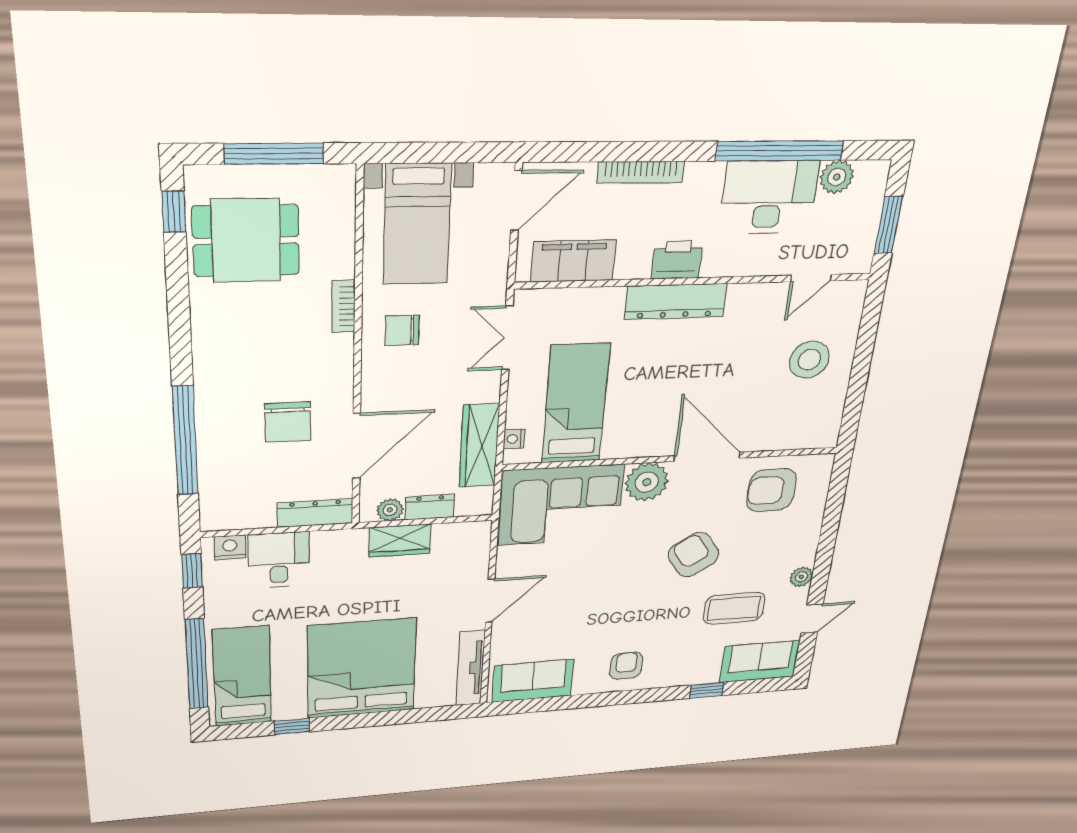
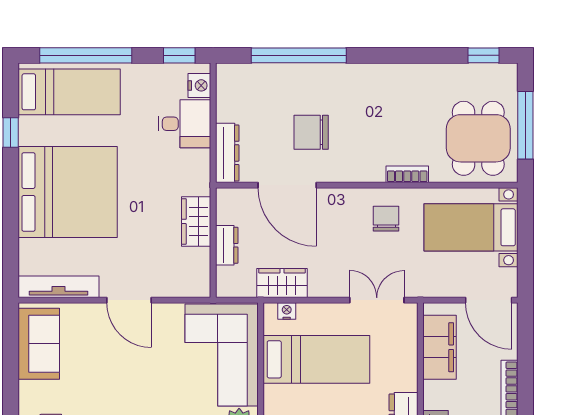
dining table: (246, 241) -> (478, 138), moved
wardrobe: (479, 446) -> (282, 283), width x0.67
plant: (390, 510) -> (226, 213), removed

